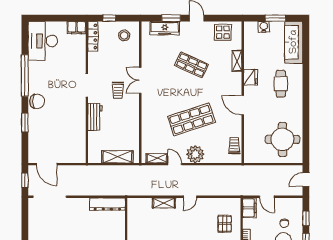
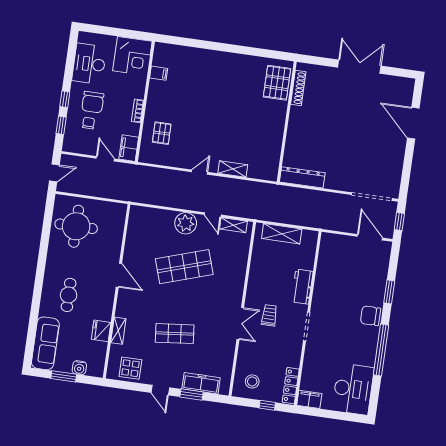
shop shelf: (192, 65) -> (175, 334), turned -30
fridge: (251, 77) -> (101, 331), moved
trolley: (234, 146) -> (136, 227), removed

